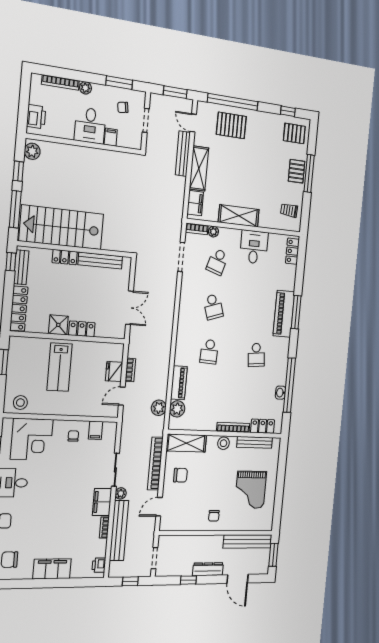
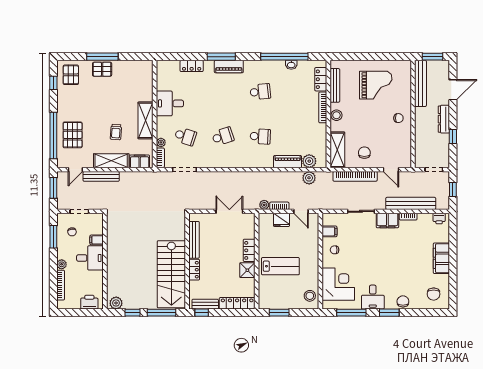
trolley: (289, 210) -> (116, 132), moved
locker: (292, 251) -> (192, 66), moved
piano: (284, 314) -> (229, 67), width x0.73, depth x0.75
plant: (121, 493) -> (264, 205), moved

